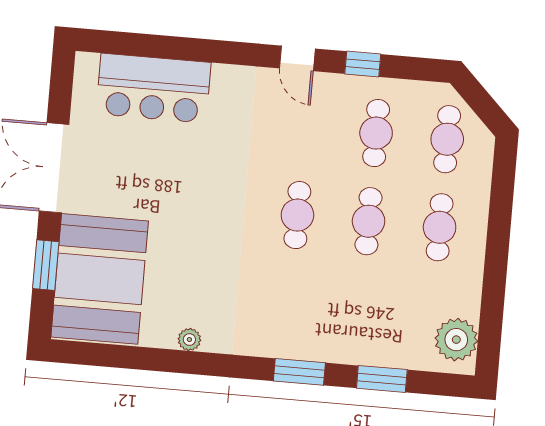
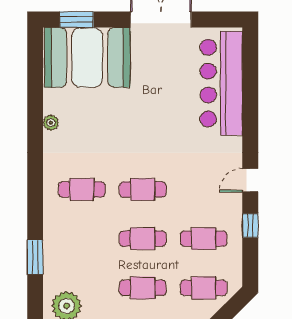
bar counter: (153, 88) -> (221, 83), width x1.36
window: (46, 265) -> (77, 20), moved
cafe table: (290, 303) -> (82, 189), added
window: (299, 372) -> (35, 200), removed

